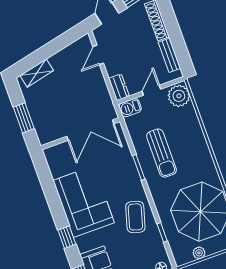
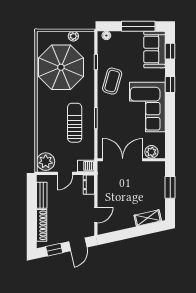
plant: (60, 151) -> (151, 152), added

